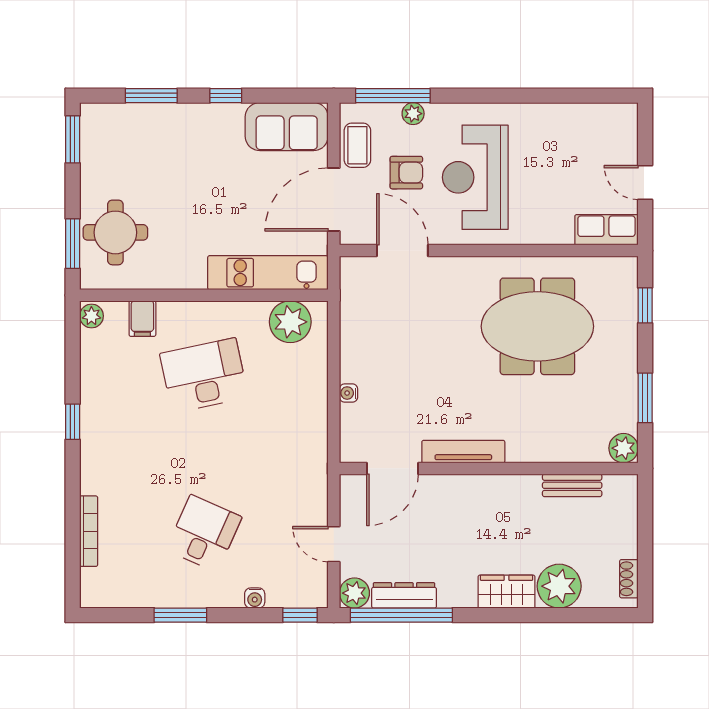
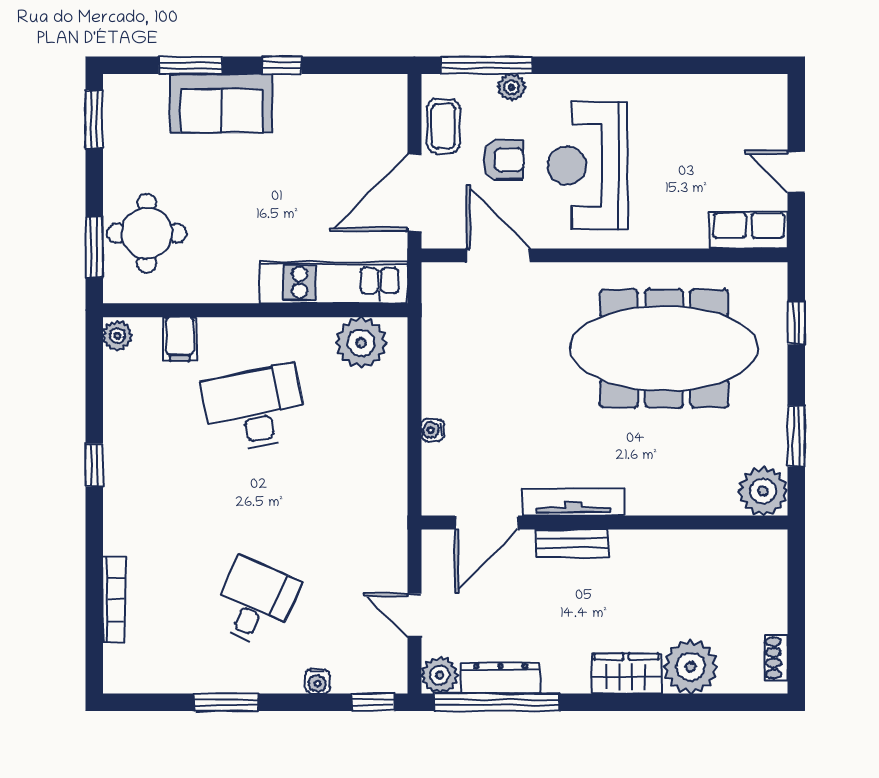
sofa: (287, 127) -> (221, 103), moved
meeting table: (537, 326) -> (664, 348), width x1.36
plant: (624, 448) -> (763, 491), width x1.36, depth x1.36
bench: (572, 485) -> (572, 543), moved

